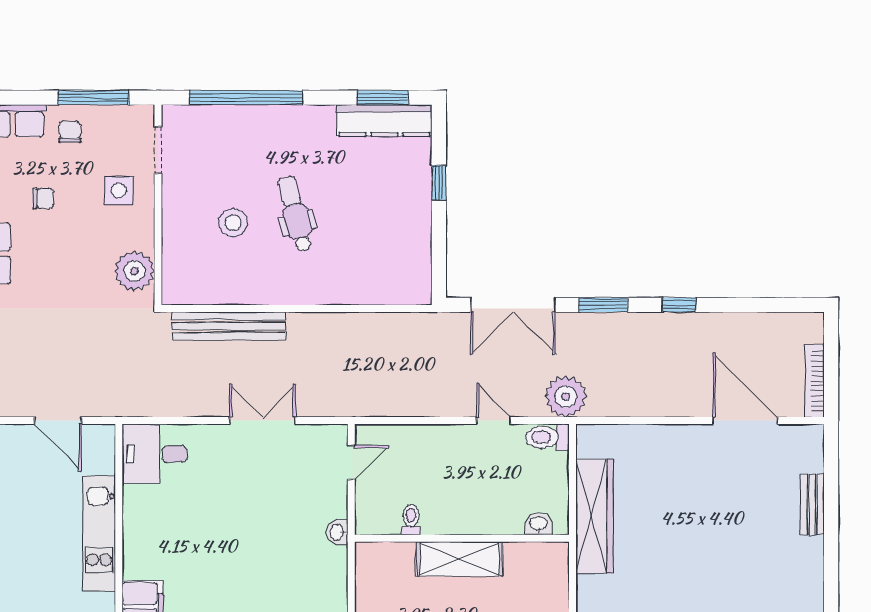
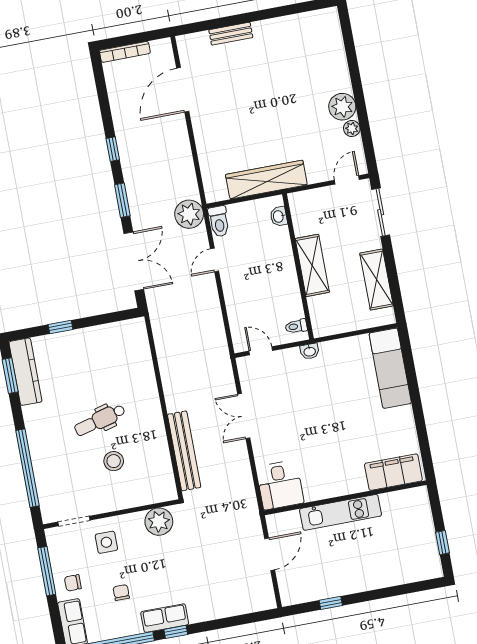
bookcase: (815, 381) -> (125, 52), moved
toilet: (411, 520) -> (296, 326), moved

